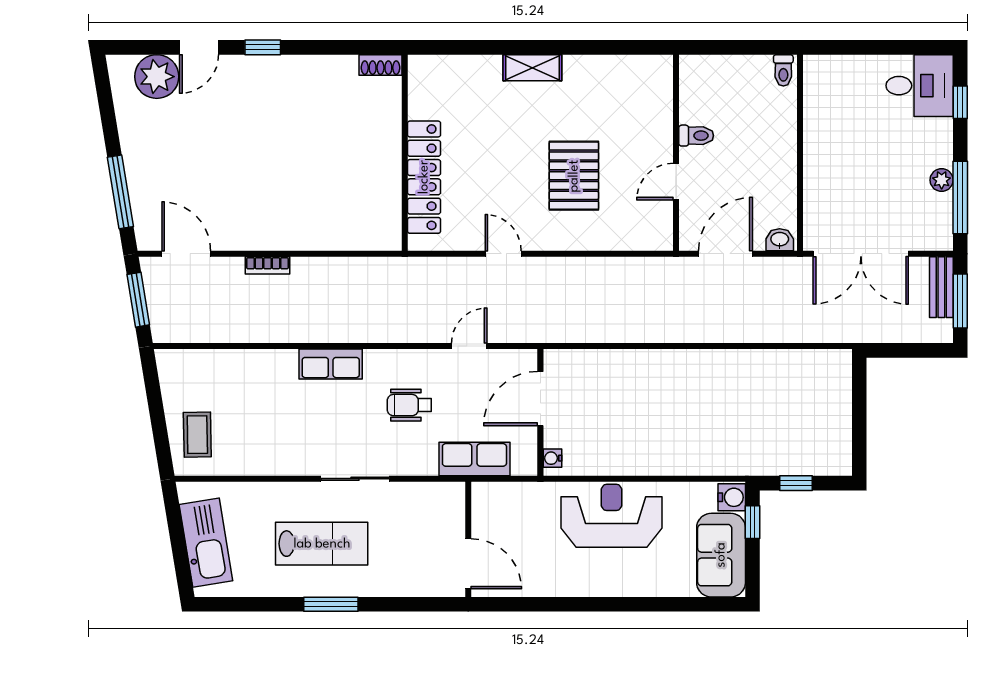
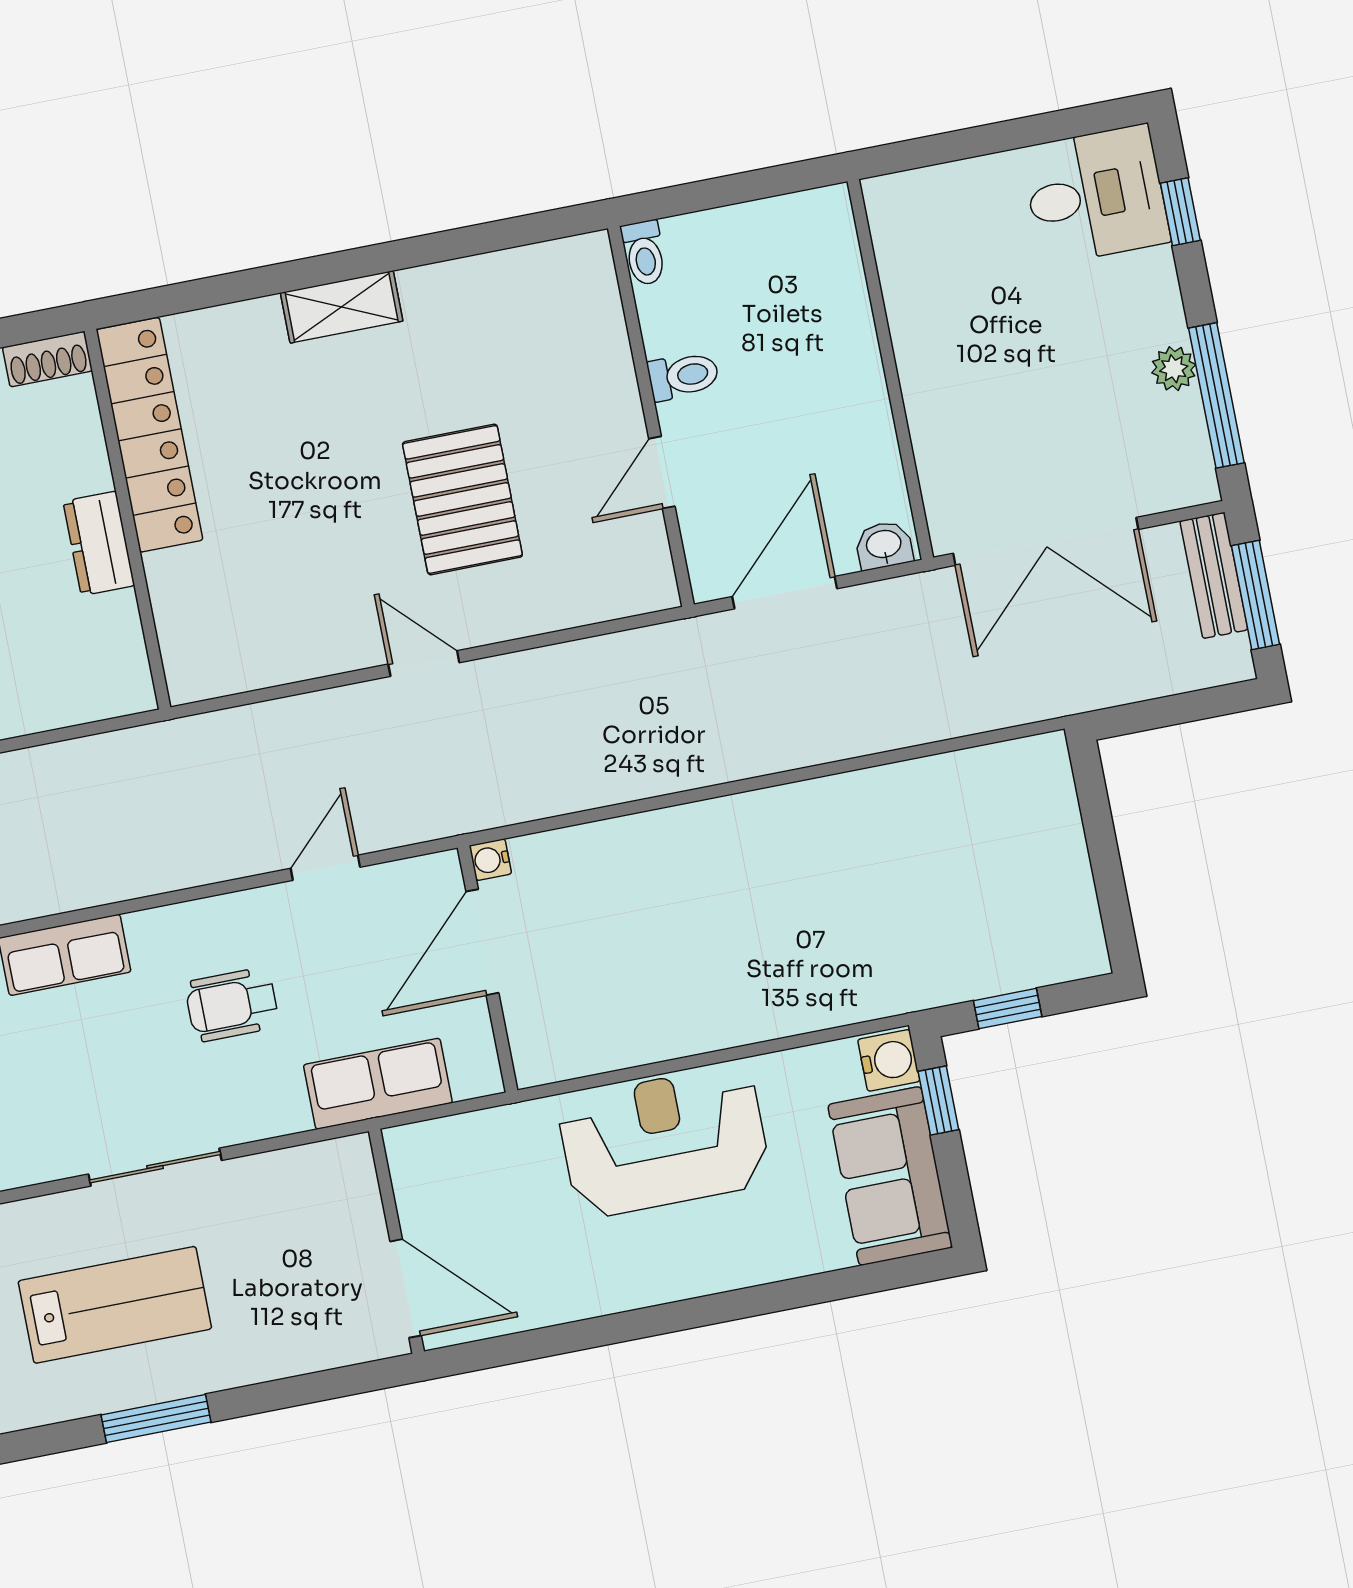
toilet: (783, 70) -> (644, 253), moved
dresser: (388, 162) -> (99, 543), added
locker: (424, 177) -> (150, 435), moved
door: (503, 254) -> (424, 663), moved
water cooler: (553, 458) -> (490, 860), moved

